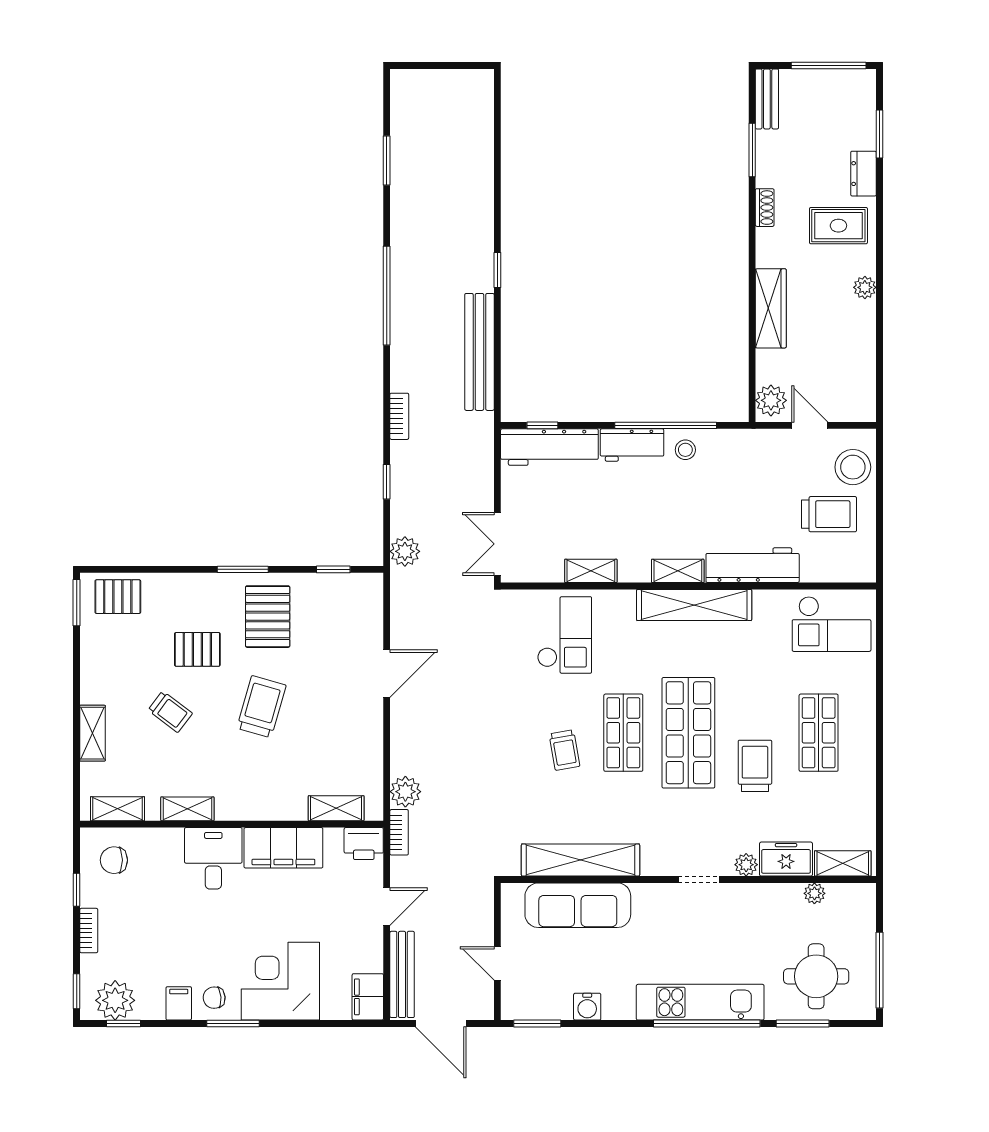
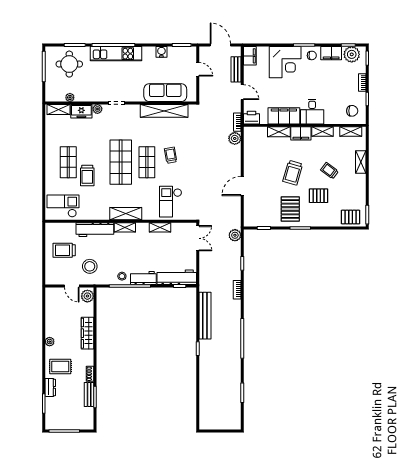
bench: (767, 99) -> (89, 394), moved
stool: (853, 467) -> (90, 266), moved
shelving: (694, 605) -> (126, 214), width x0.68
trolley: (755, 766) -> (87, 175), moved
filing cabinet: (241, 804) -> (301, 133), added
shelving: (336, 808) -> (279, 132), moved
door: (387, 907) -> (242, 92), swing flipped
bench: (402, 974) -> (236, 69), width x0.73
filing cabinet: (179, 1003) -> (331, 53), width x2.00

